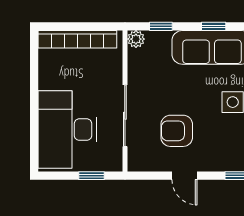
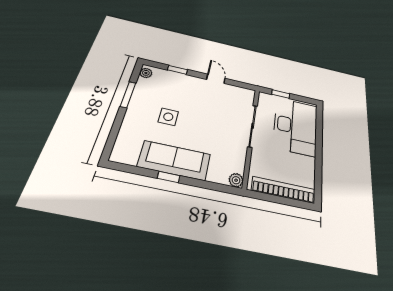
window: (161, 26) -> (214, 186), removed
armchair: (177, 131) -> (216, 107), removed

